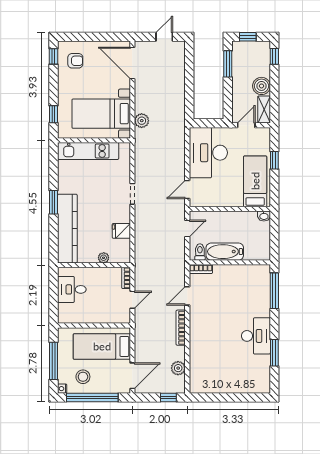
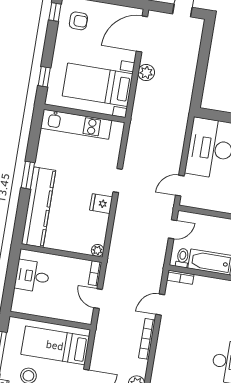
door: (132, 63) -> (142, 34), hinge flipped
plant: (142, 121) -> (146, 73), moved
fridge: (121, 231) -> (101, 204), moved
plant: (104, 258) -> (98, 250), moved
door: (132, 300) -> (98, 299), swing flipped

